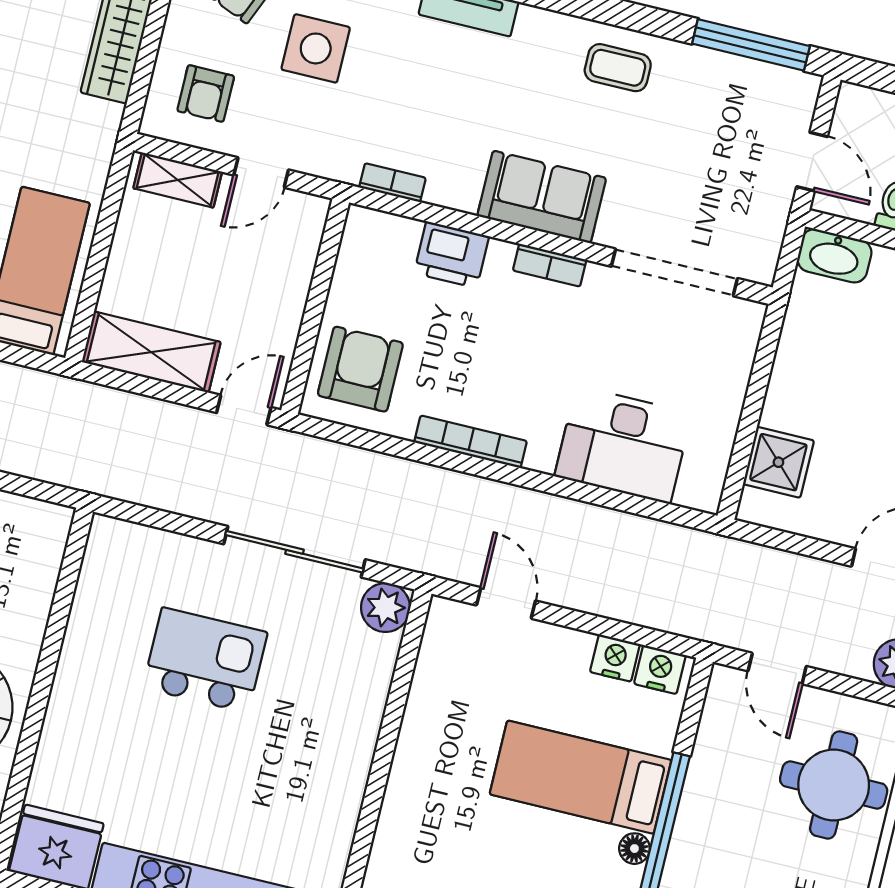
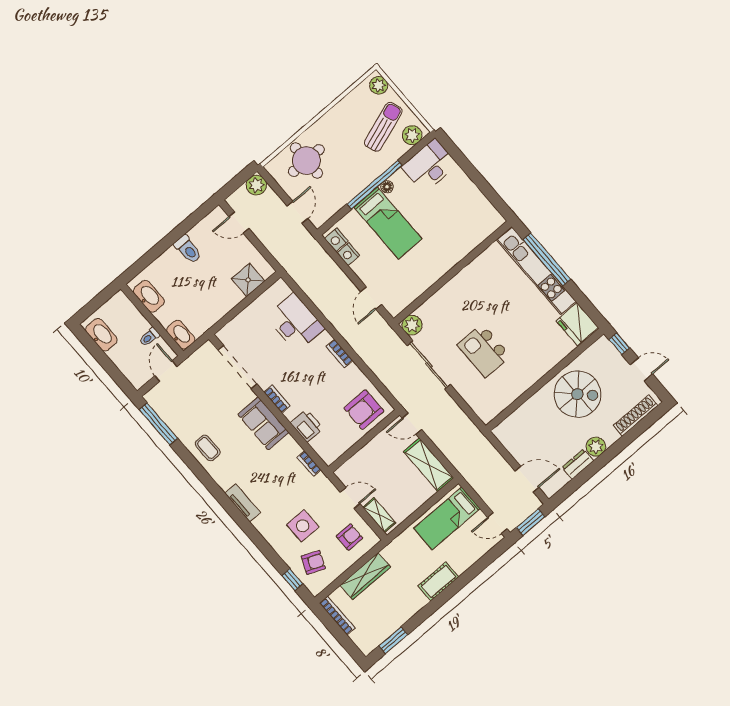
bookcase: (471, 442) -> (340, 353), width x0.64

